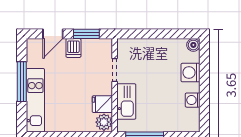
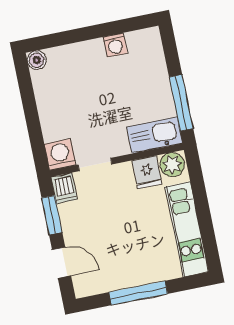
dishwasher: (73, 48) -> (64, 188), moved, turned 90
washing machine: (190, 73) -> (60, 154), moved, turned 180
kitchen unit: (35, 100) -> (187, 229), moved, turned -90
kitchen sink: (126, 101) -> (154, 135), moved

